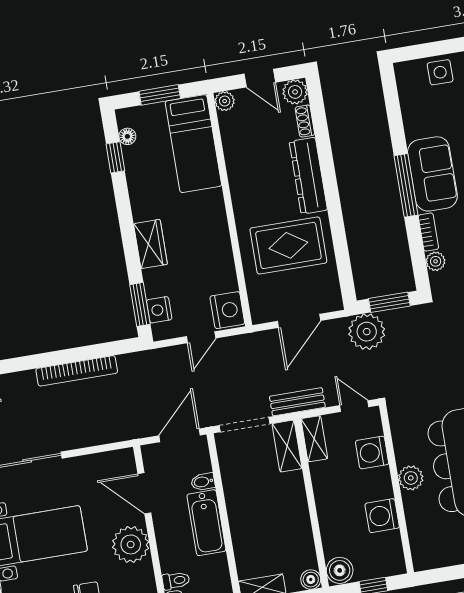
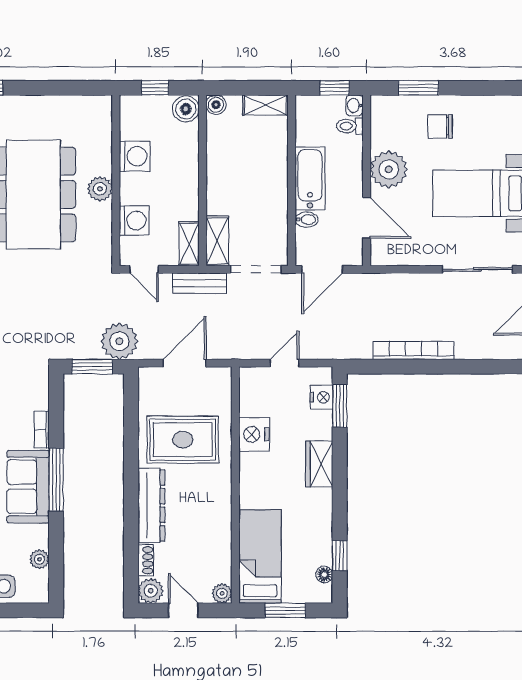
plant: (436, 261) -> (39, 559), moved
nightstand: (227, 310) -> (254, 434), moved

